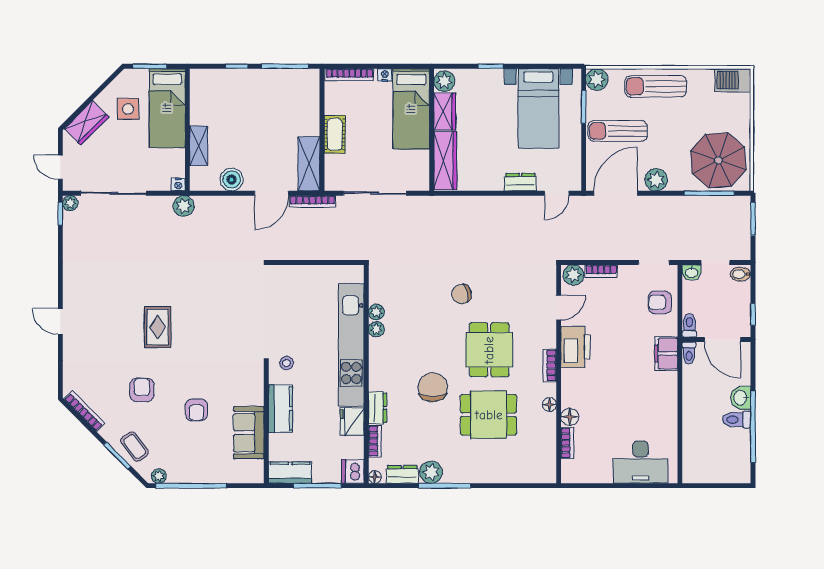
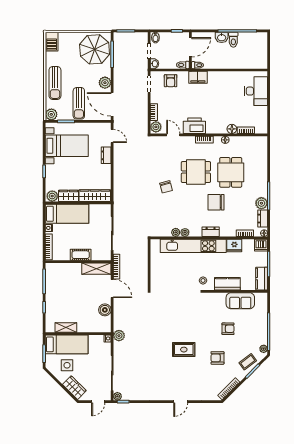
shelving: (199, 146) -> (66, 328), moved
dresser: (378, 408) -> (211, 232), moved

